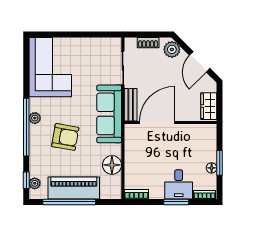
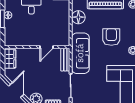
door: (157, 123) -> (47, 47), width x0.53
armchair: (65, 137) -> (111, 37), turned 80

